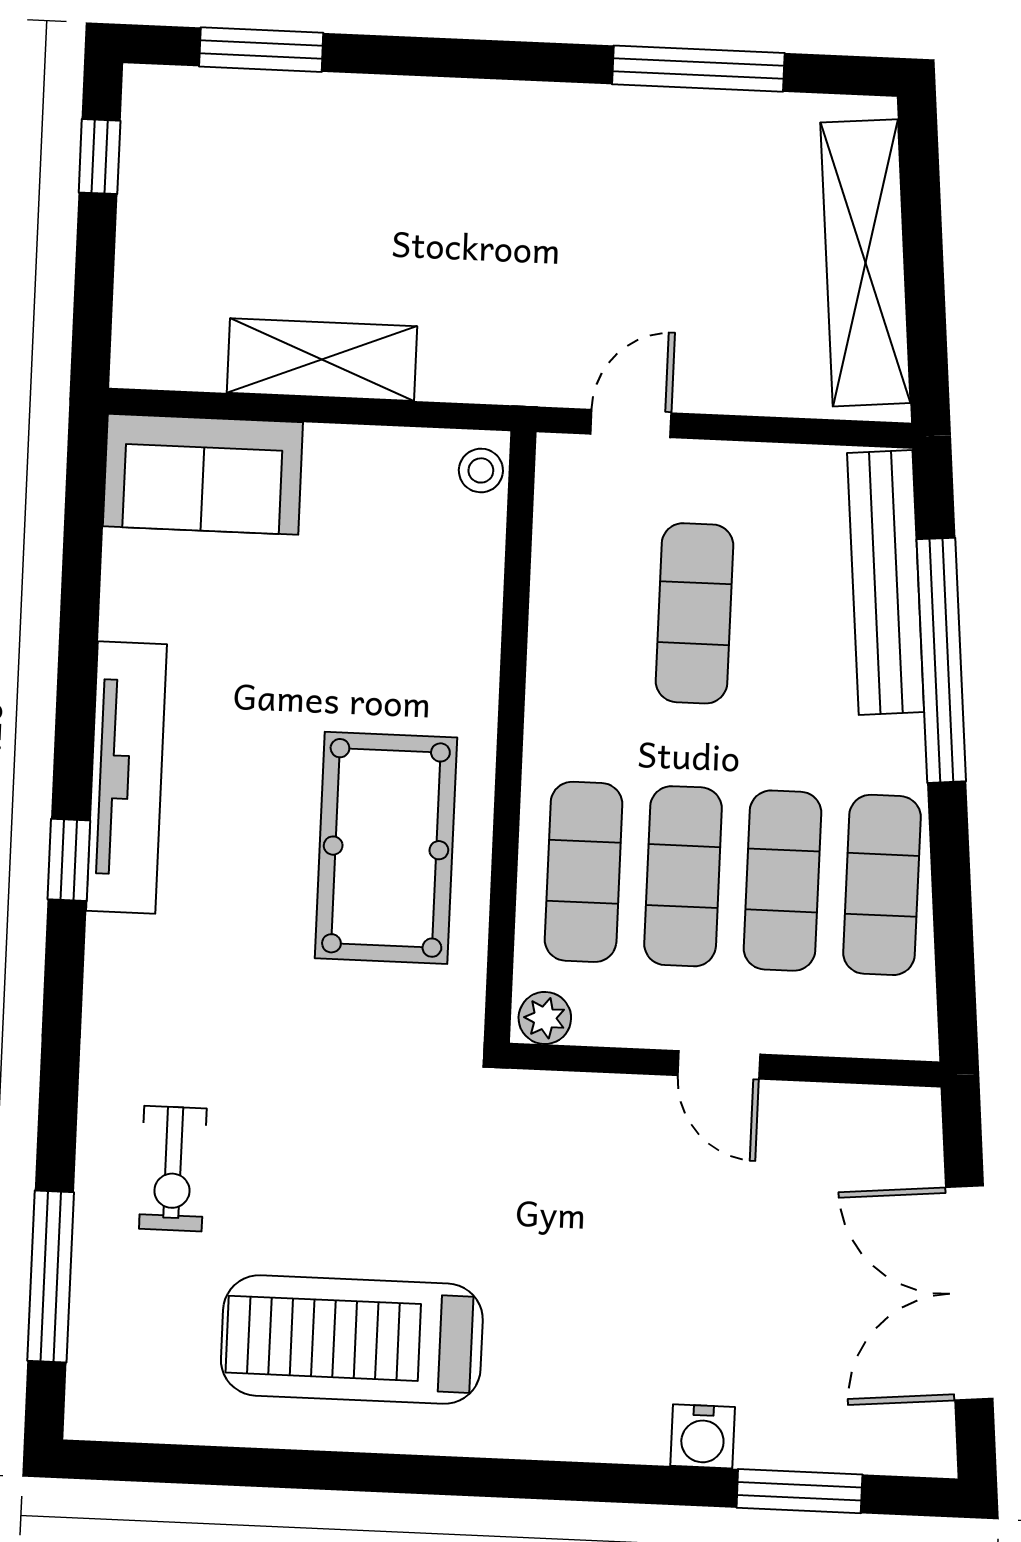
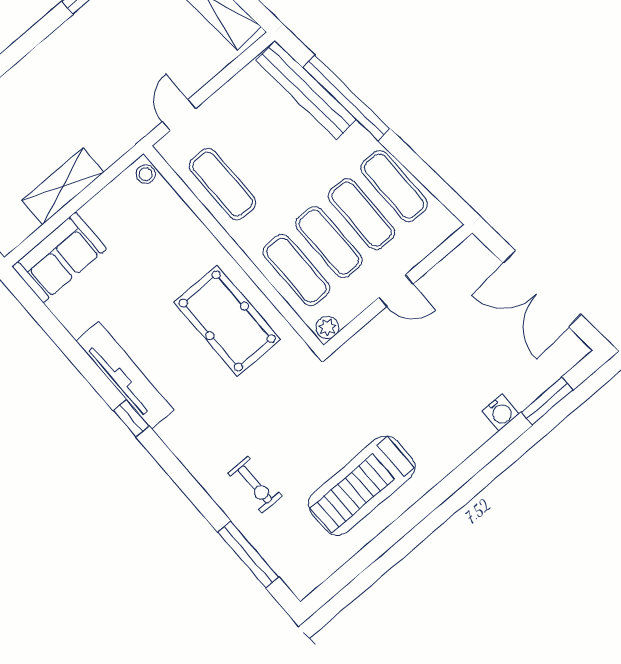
exercise mat: (695, 613) -> (222, 184), moved

